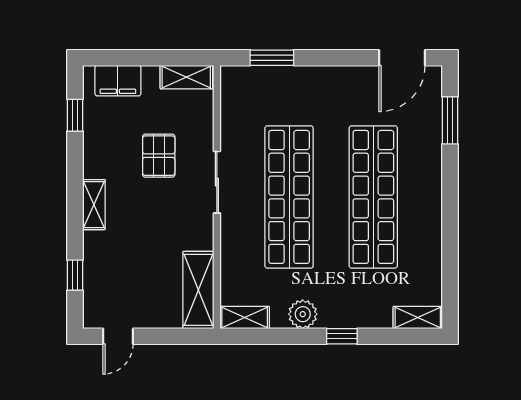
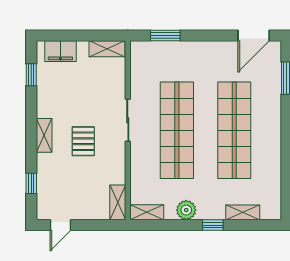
pallet: (159, 156) -> (83, 141), moved
shelving: (198, 290) -> (118, 202), width x0.67, depth x0.75
shelving: (418, 317) -> (243, 212), moved

